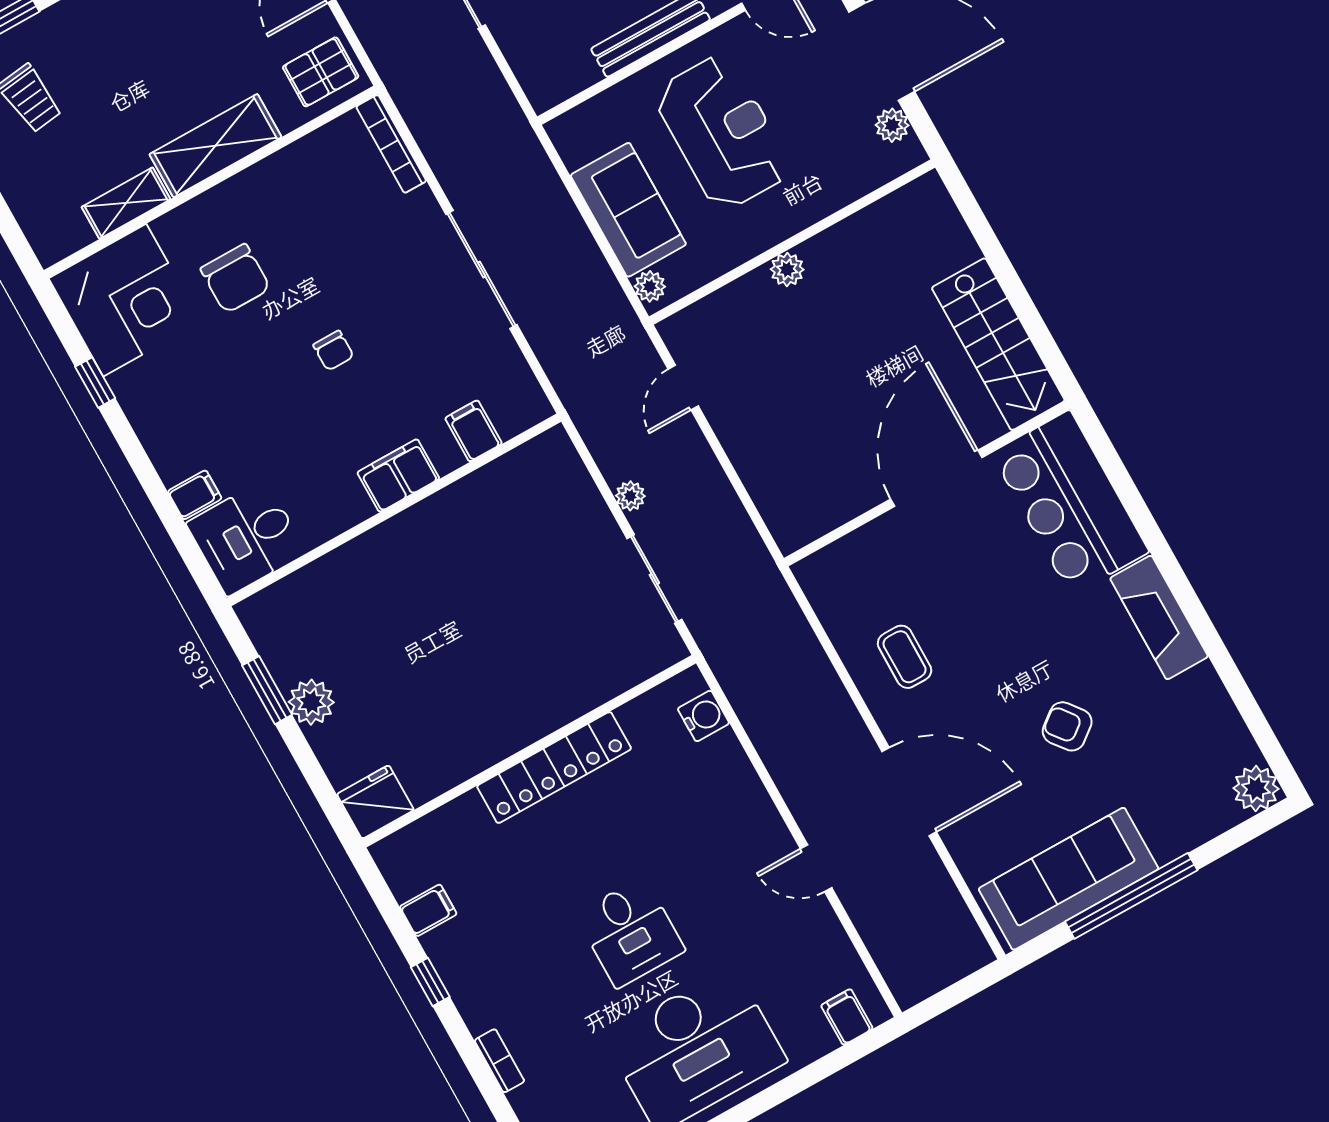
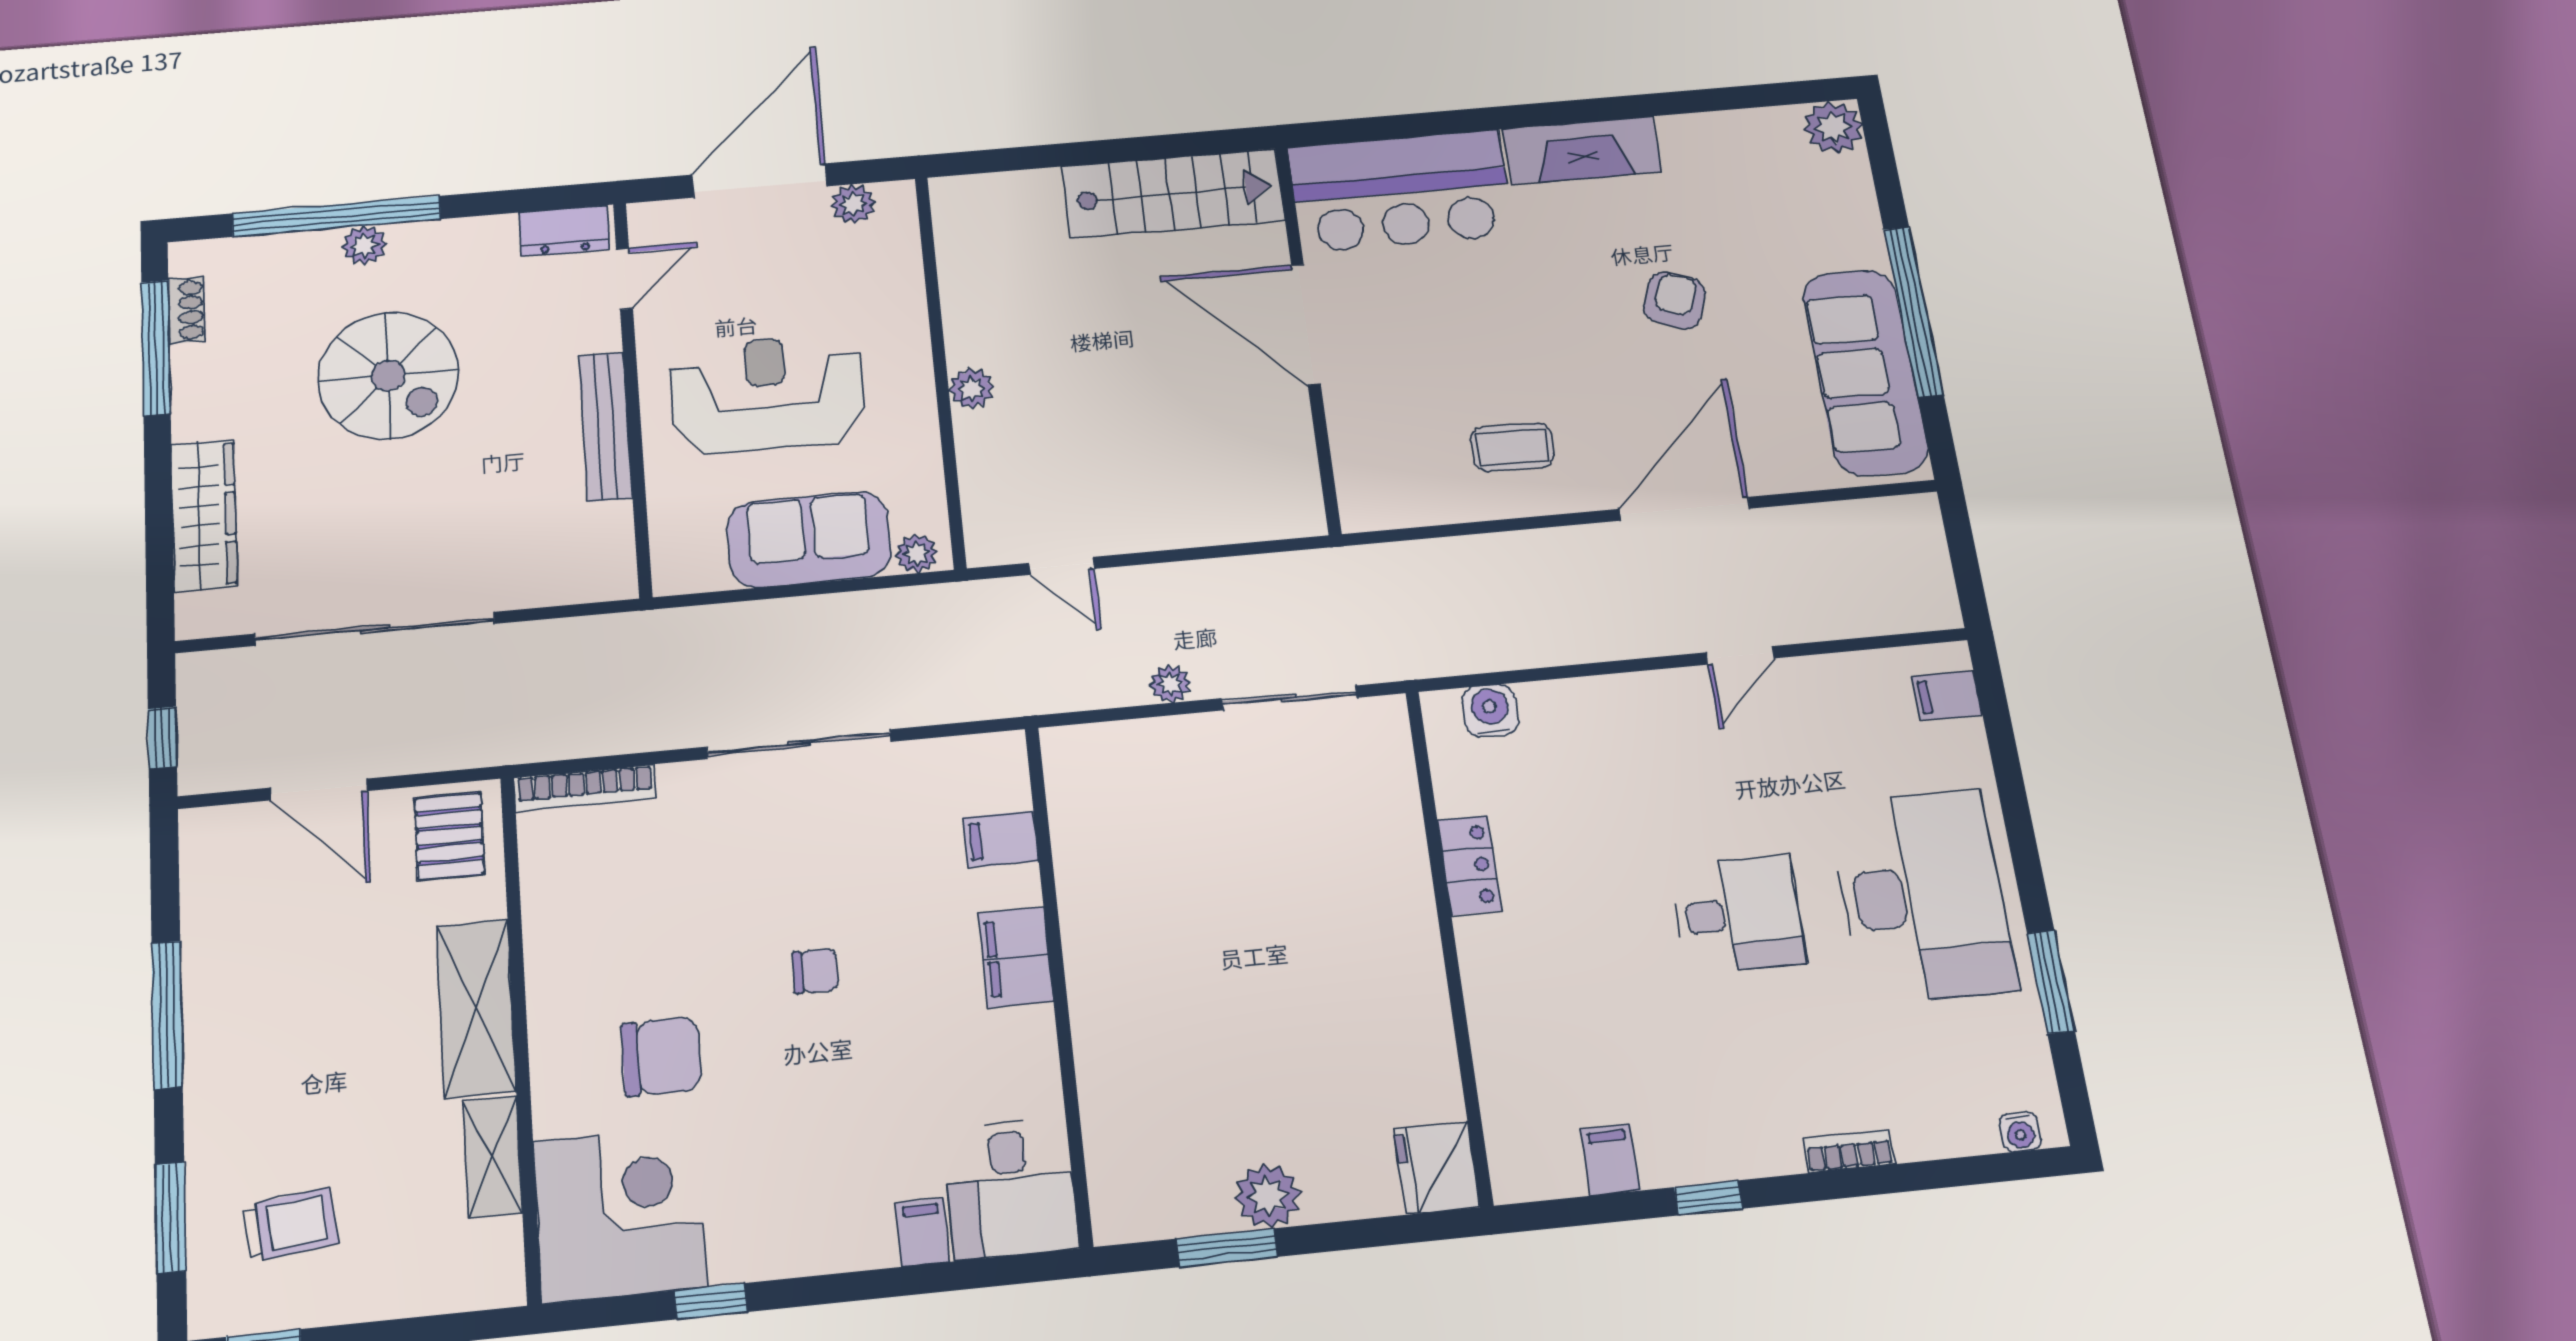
armchair: (1067, 726) -> (1675, 300), turned 149
locker: (554, 768) -> (1469, 865), width x0.46, depth x0.83

